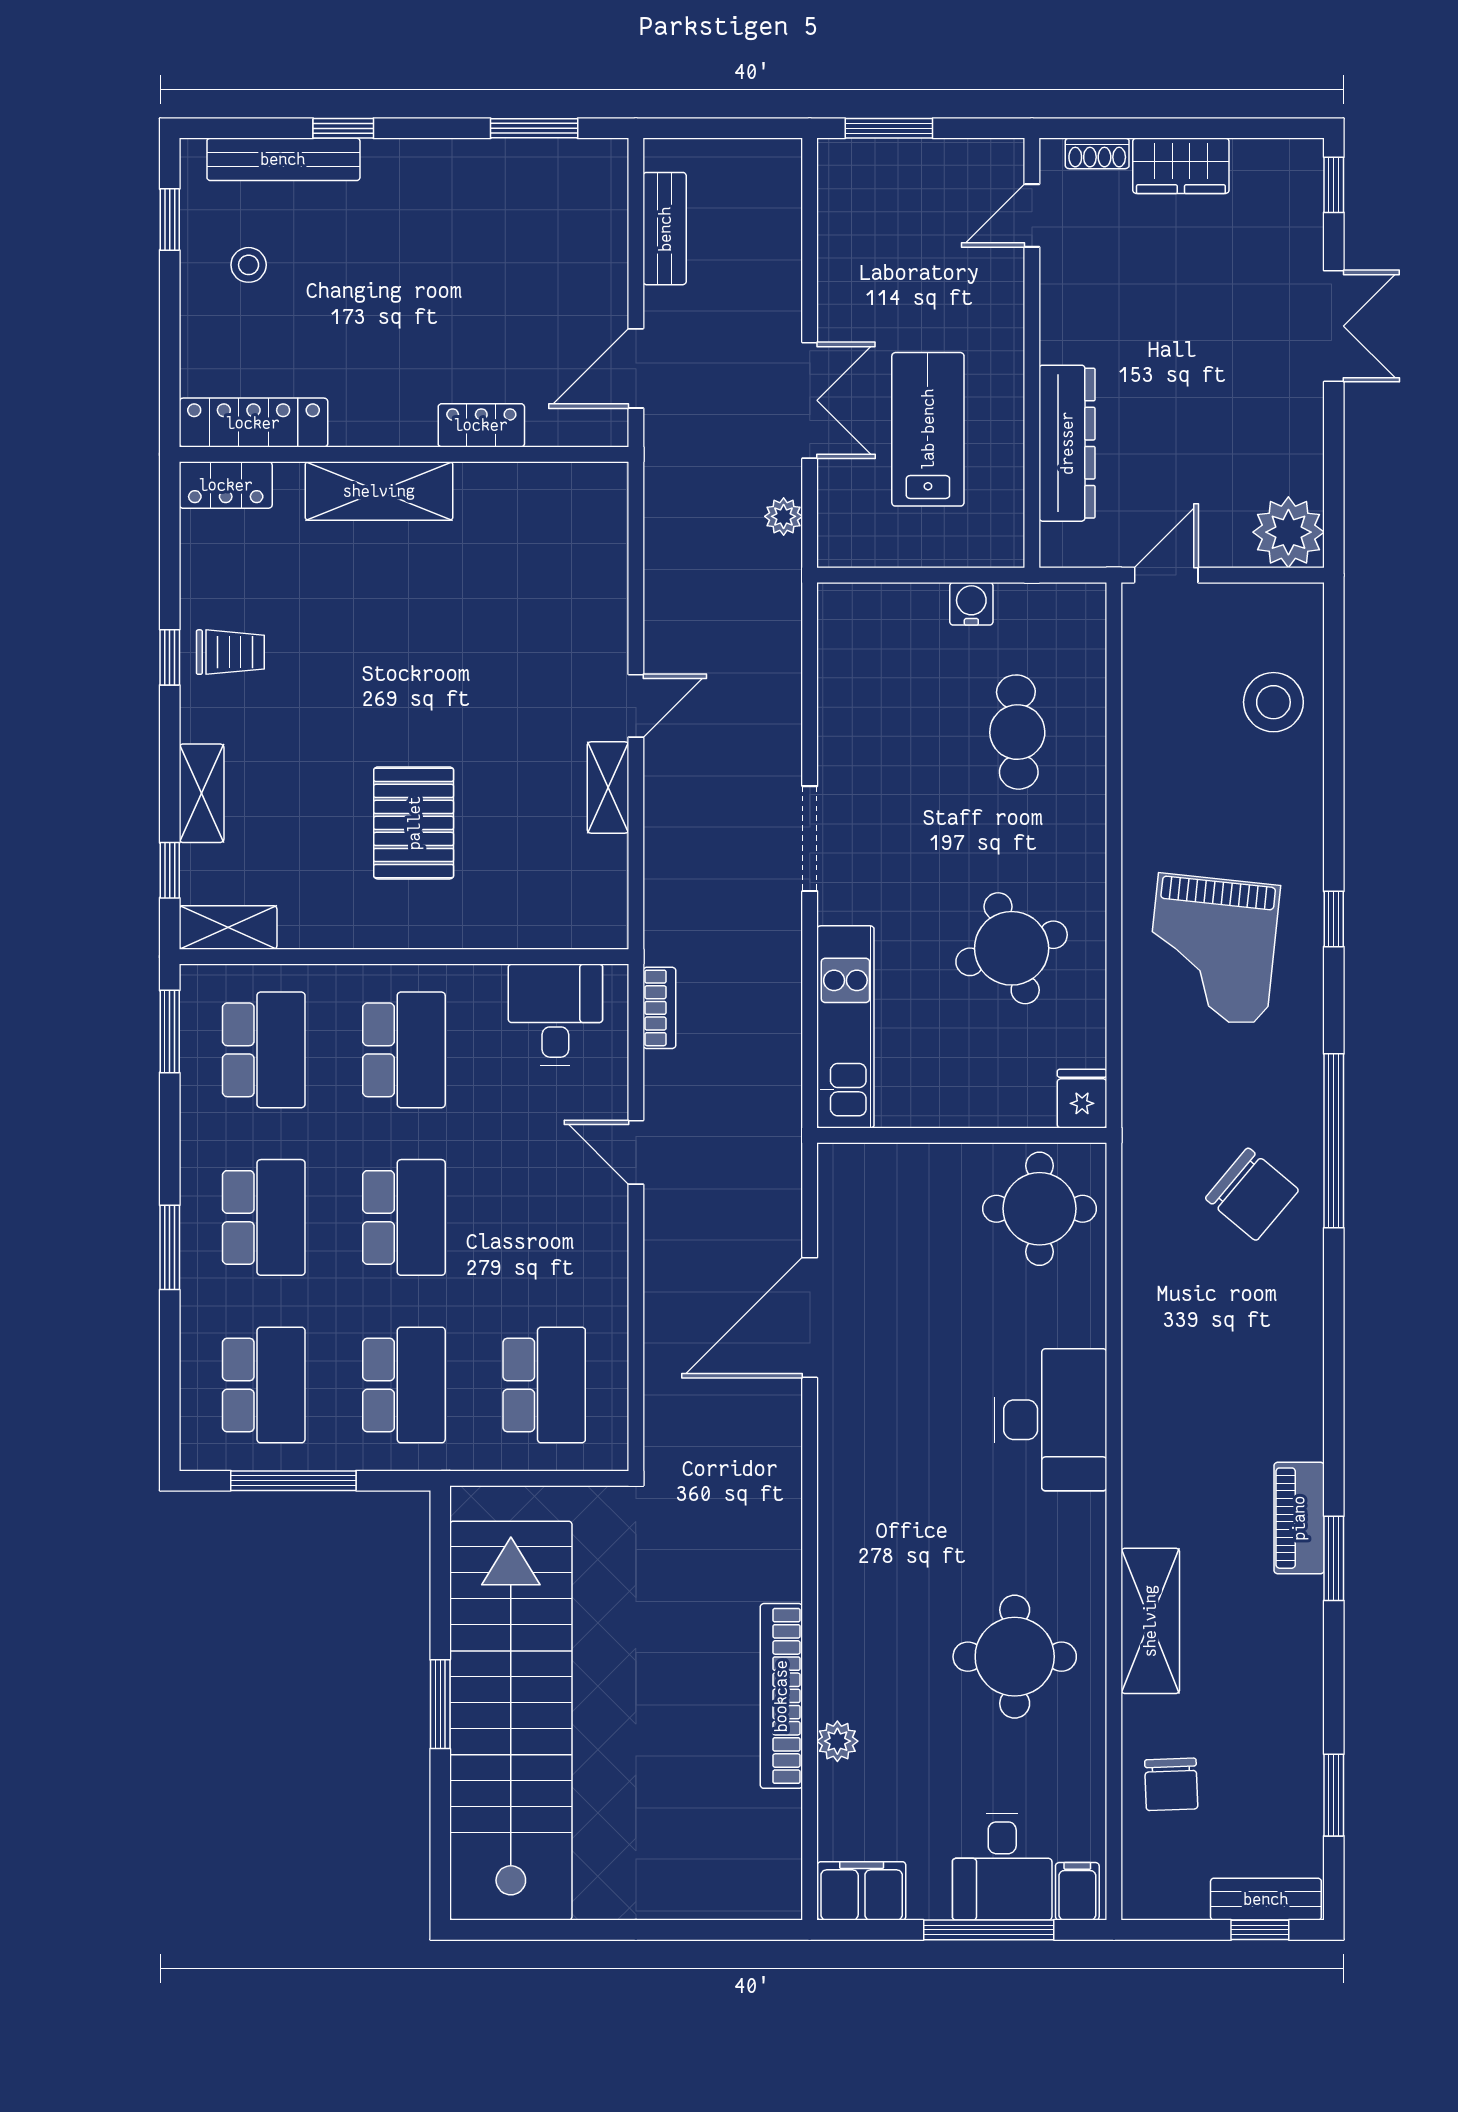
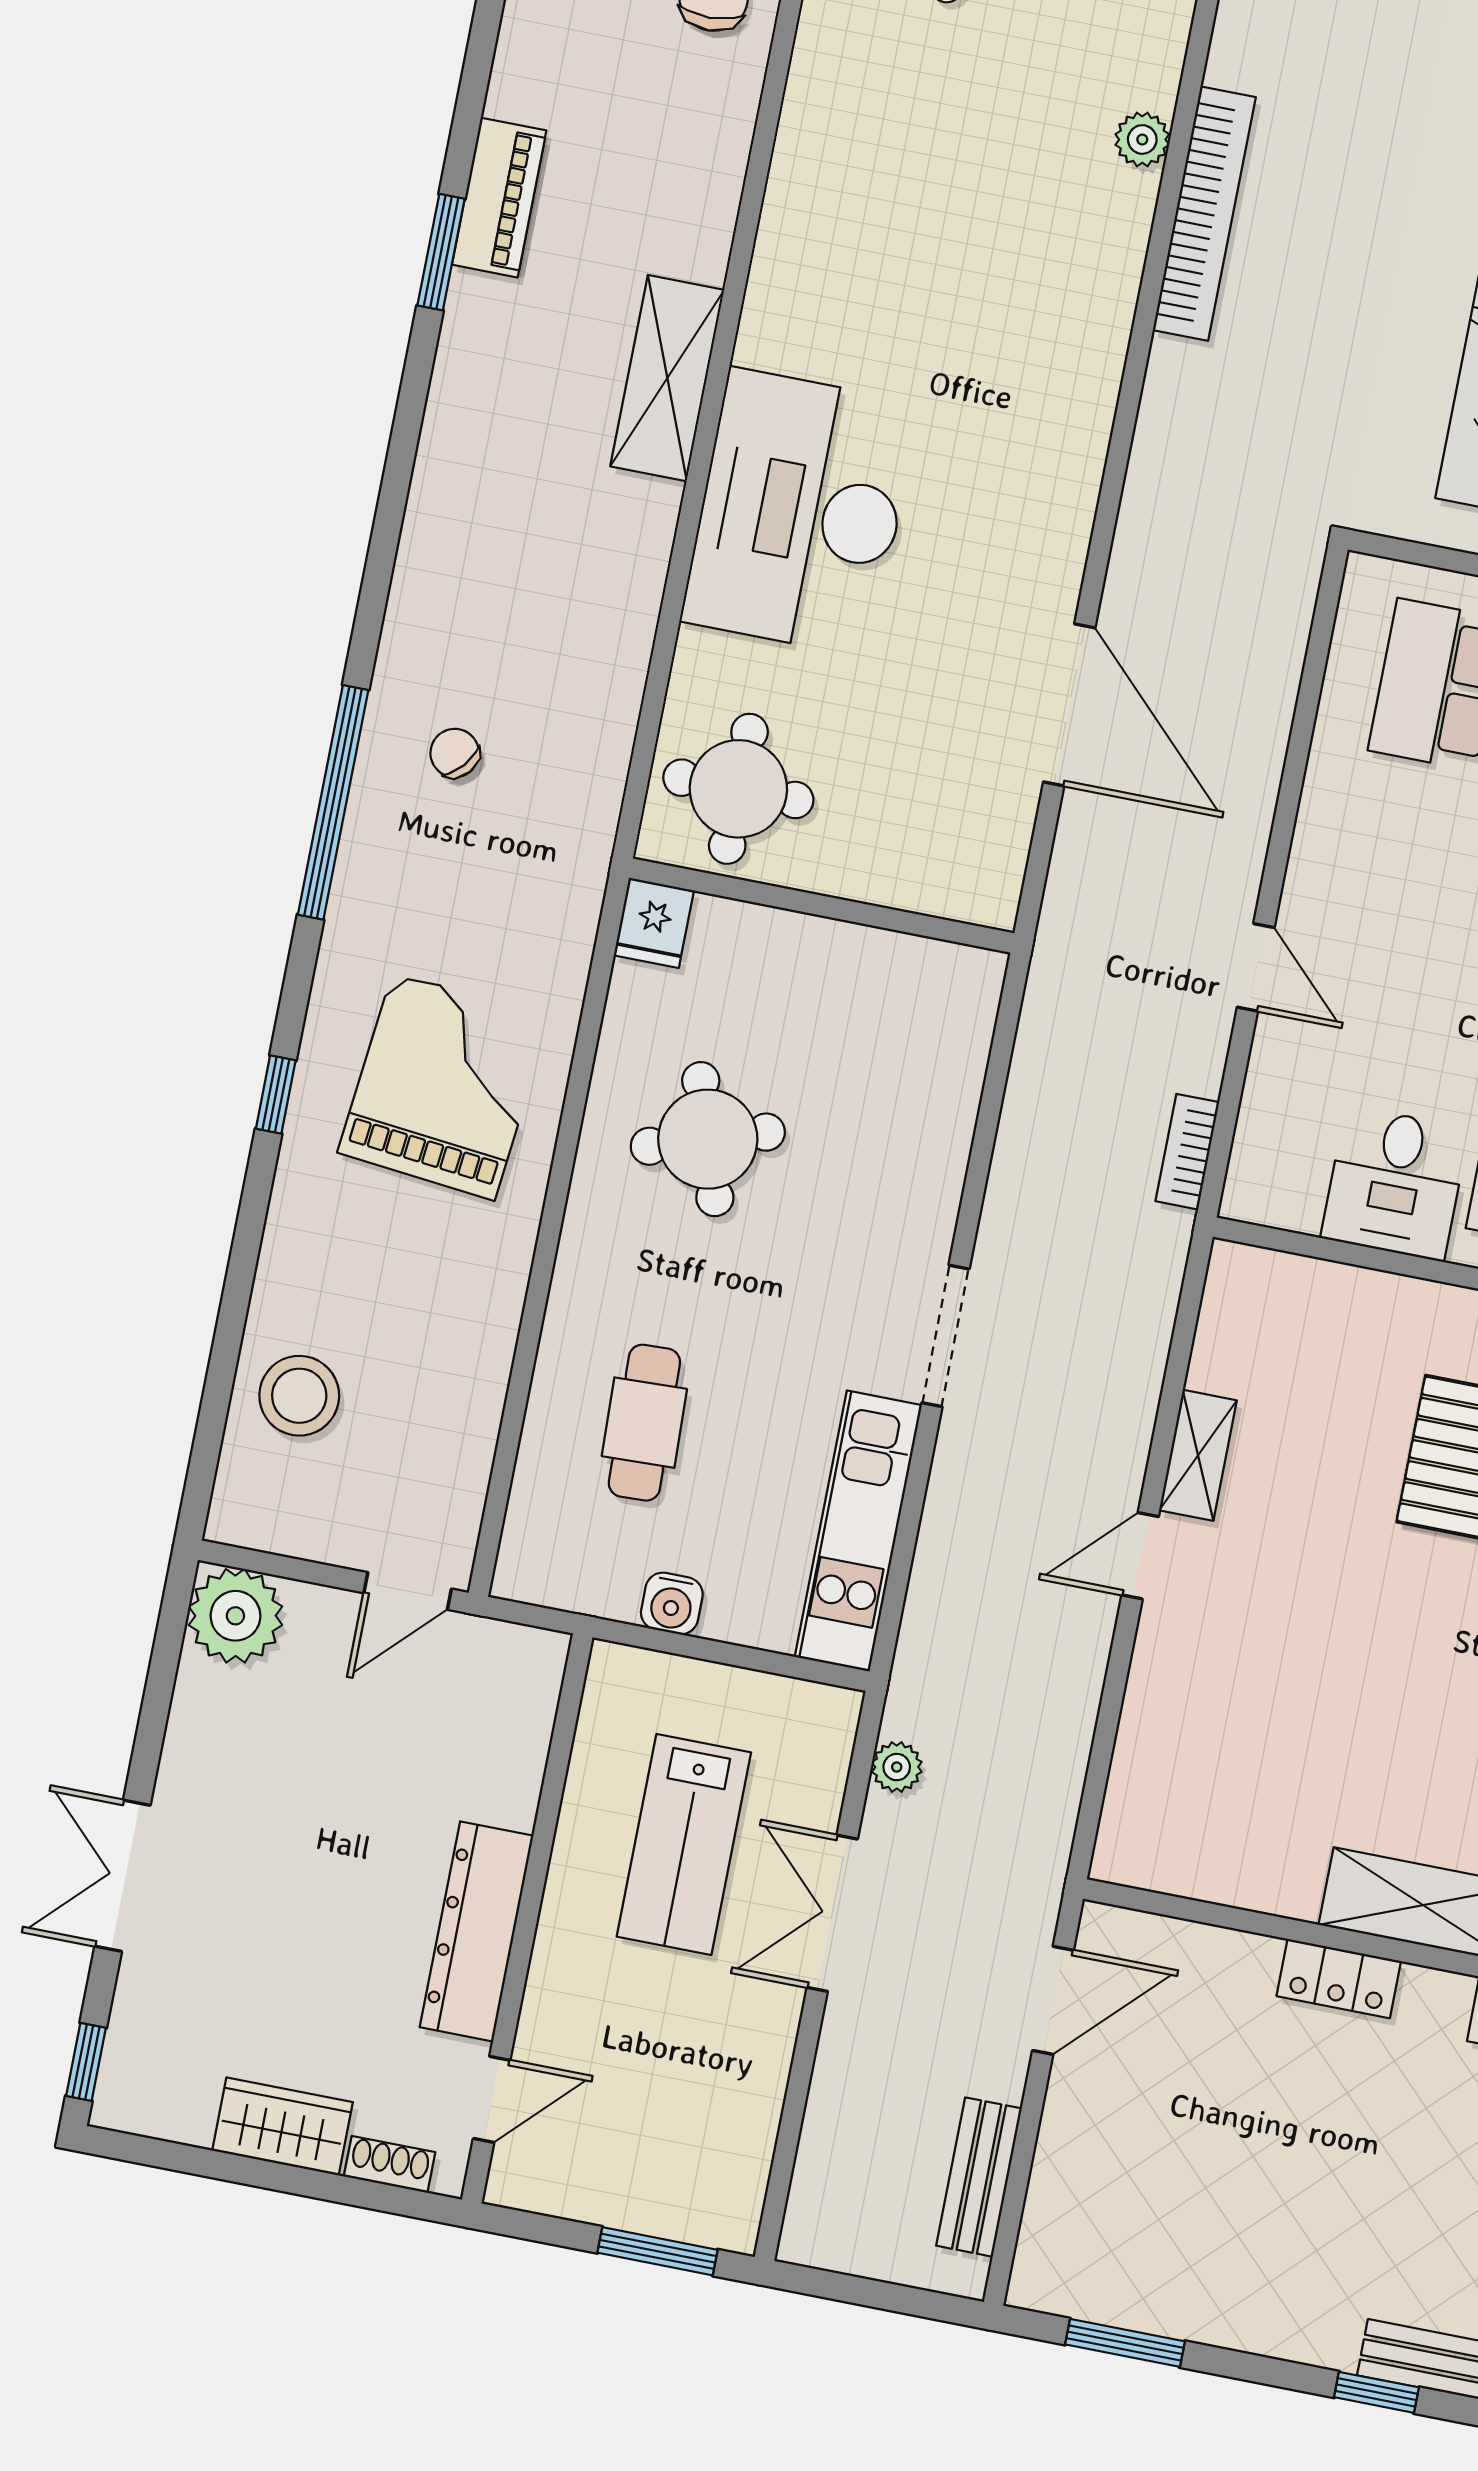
locker: (481, 425) -> (1339, 1979), moved
dresser: (1067, 443) -> (477, 1931), moved
desk: (555, 1015) -> (1395, 1183), moved
kitchen unit: (845, 1027) -> (858, 1531), moved
chair: (1252, 1194) -> (455, 753), width x0.54, depth x0.54
door: (810, 1318) -> (1069, 705), hinge flipped
desk: (1051, 1420) -> (800, 512), width x1.36, depth x1.30
piano: (1299, 1518) -> (499, 198), moved
shelving: (1150, 1621) -> (667, 378), moved
round table: (1015, 1657) -> (887, 205), removed

